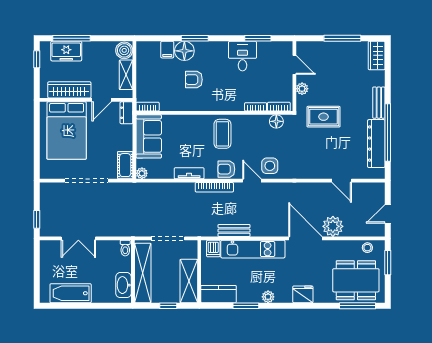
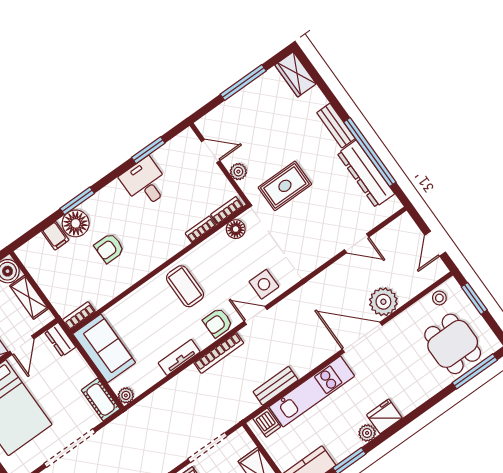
dining table: (356, 280) -> (453, 344), width x0.73
fridge: (303, 294) -> (384, 416), moved

